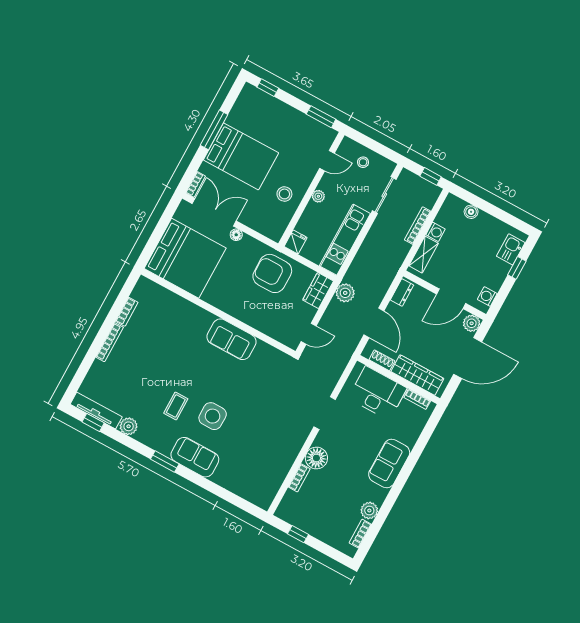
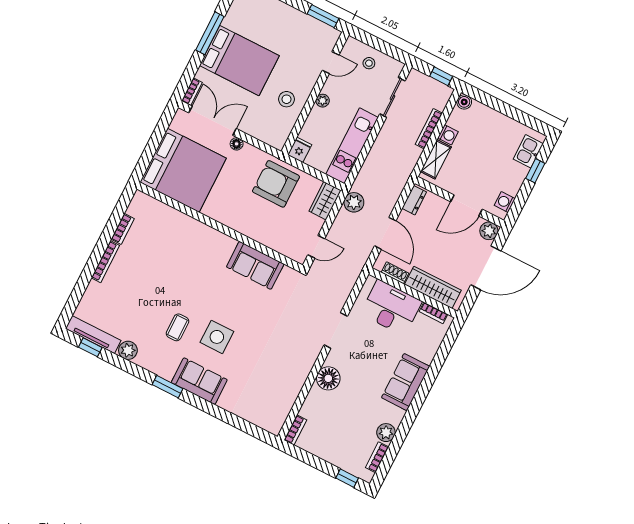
boiler: (471, 212) -> (464, 102), moved
sofa: (232, 339) -> (255, 265), moved
bookcase: (299, 478) -> (295, 430), moved
window: (298, 534) -> (347, 478), moved

